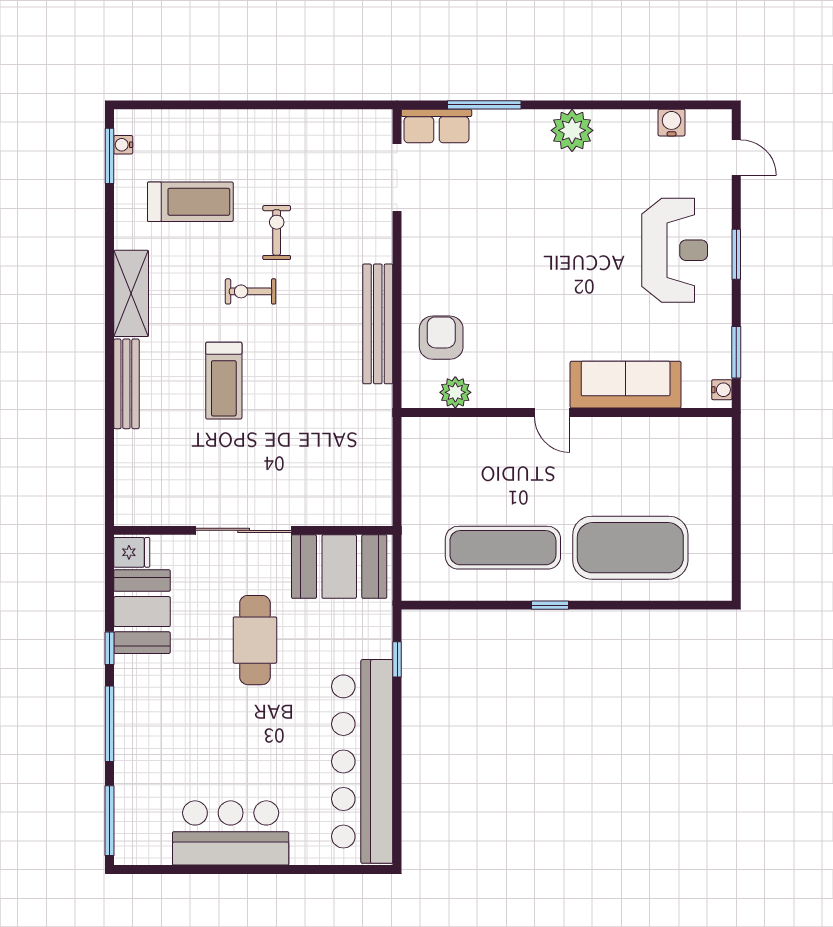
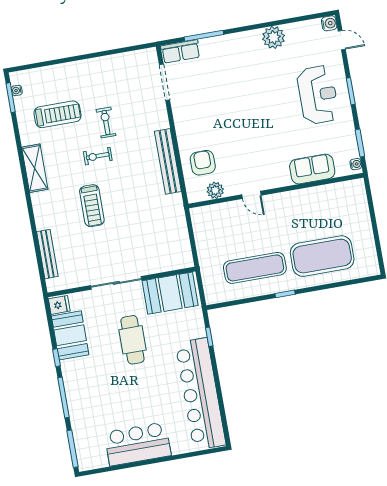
water cooler: (672, 123) -> (329, 23), moved, turned 90
plant: (572, 130) -> (274, 37), moved
bench: (126, 384) -> (47, 254), moved
sofa: (626, 385) -> (312, 169), width x0.73
door: (552, 412) -> (251, 195), moved

